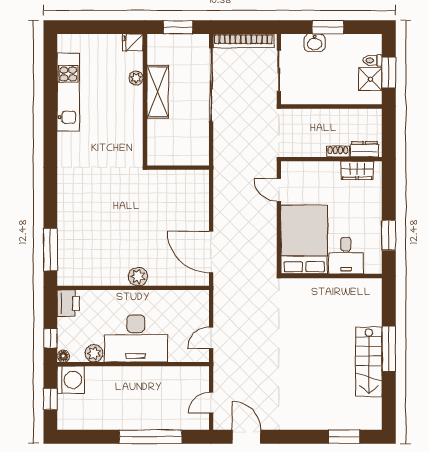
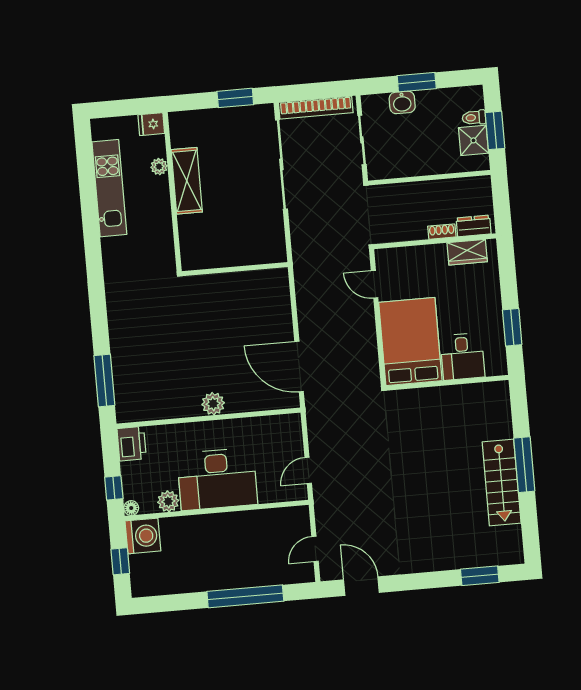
fridge: (133, 43) -> (151, 124), moved
plant: (136, 78) -> (159, 167), moved
shelving: (158, 92) -> (187, 181), moved
wall: (145, 100) -> (172, 192), moved

